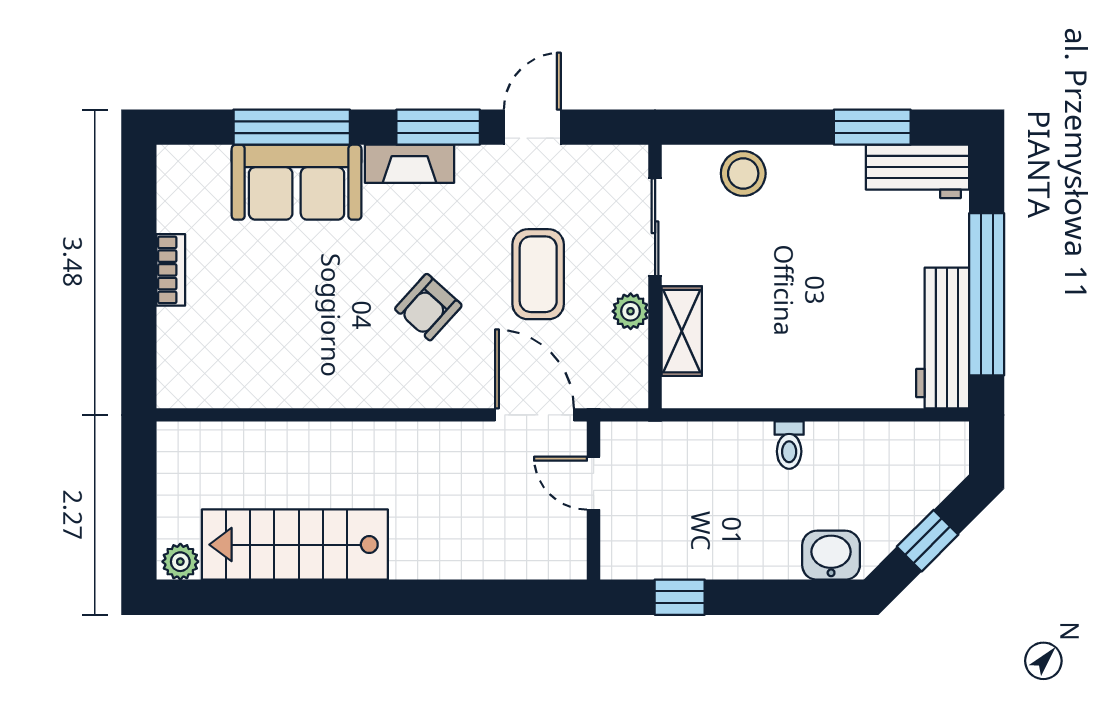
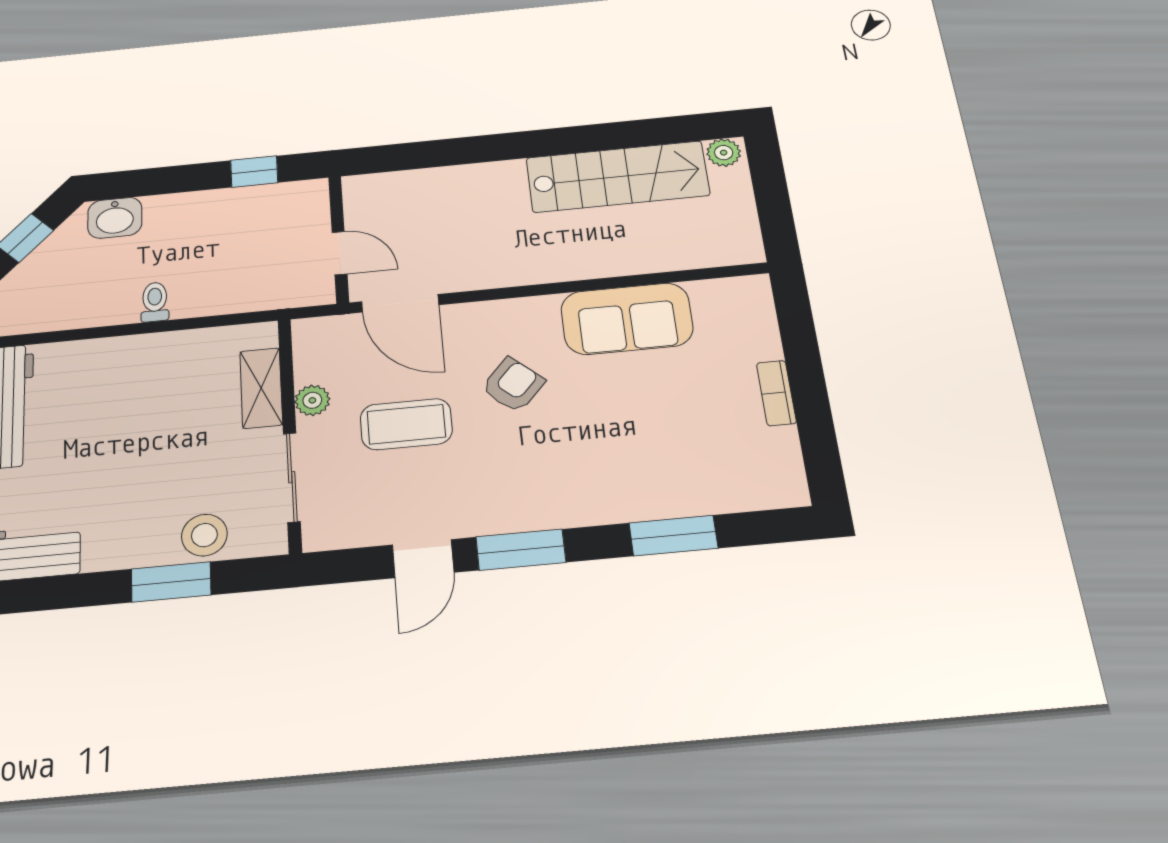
window: (292, 127) -> (673, 536), width x0.69
window: (872, 127) -> (171, 582), moved
fireplace: (409, 164) -> (547, 512), removed
sofa: (297, 182) -> (627, 319), moved, turned 180
coffee table: (538, 274) -> (406, 424), turned 90

